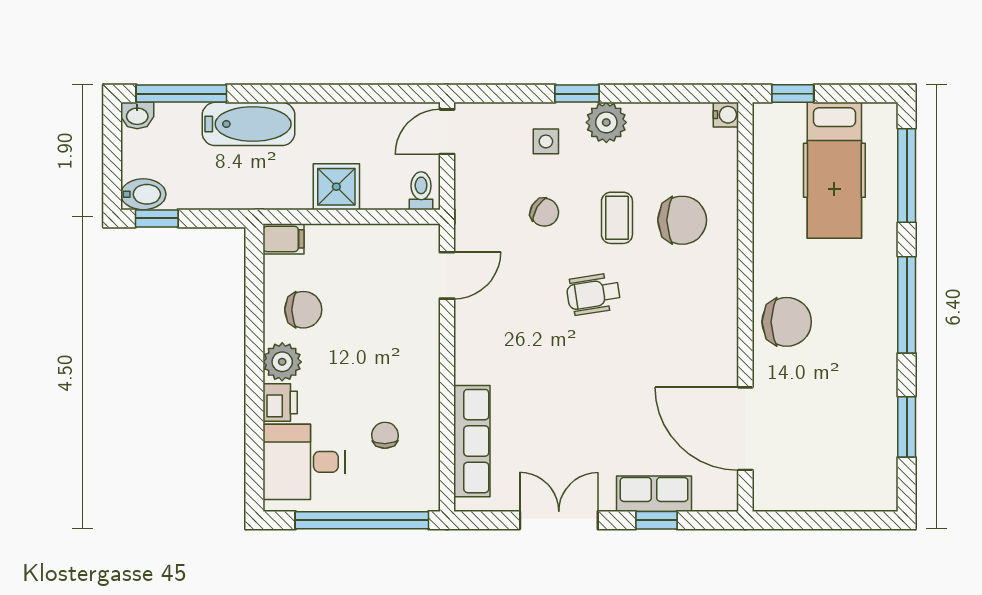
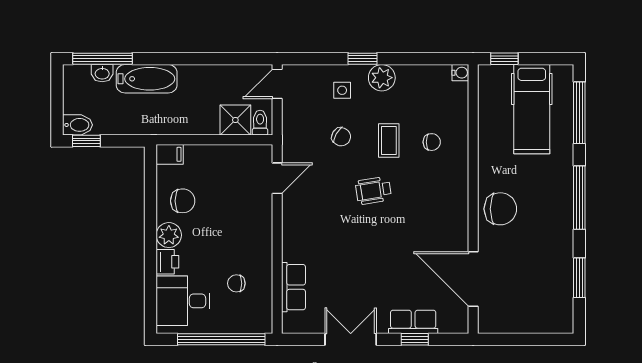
washbasin: (137, 115) -> (102, 73), moved
shower: (336, 187) -> (235, 120), moved
chair: (682, 220) -> (432, 142), width x0.54, depth x0.54
chair: (385, 435) -> (236, 283), turned -89
row of seats: (472, 441) -> (293, 287), width x0.68

